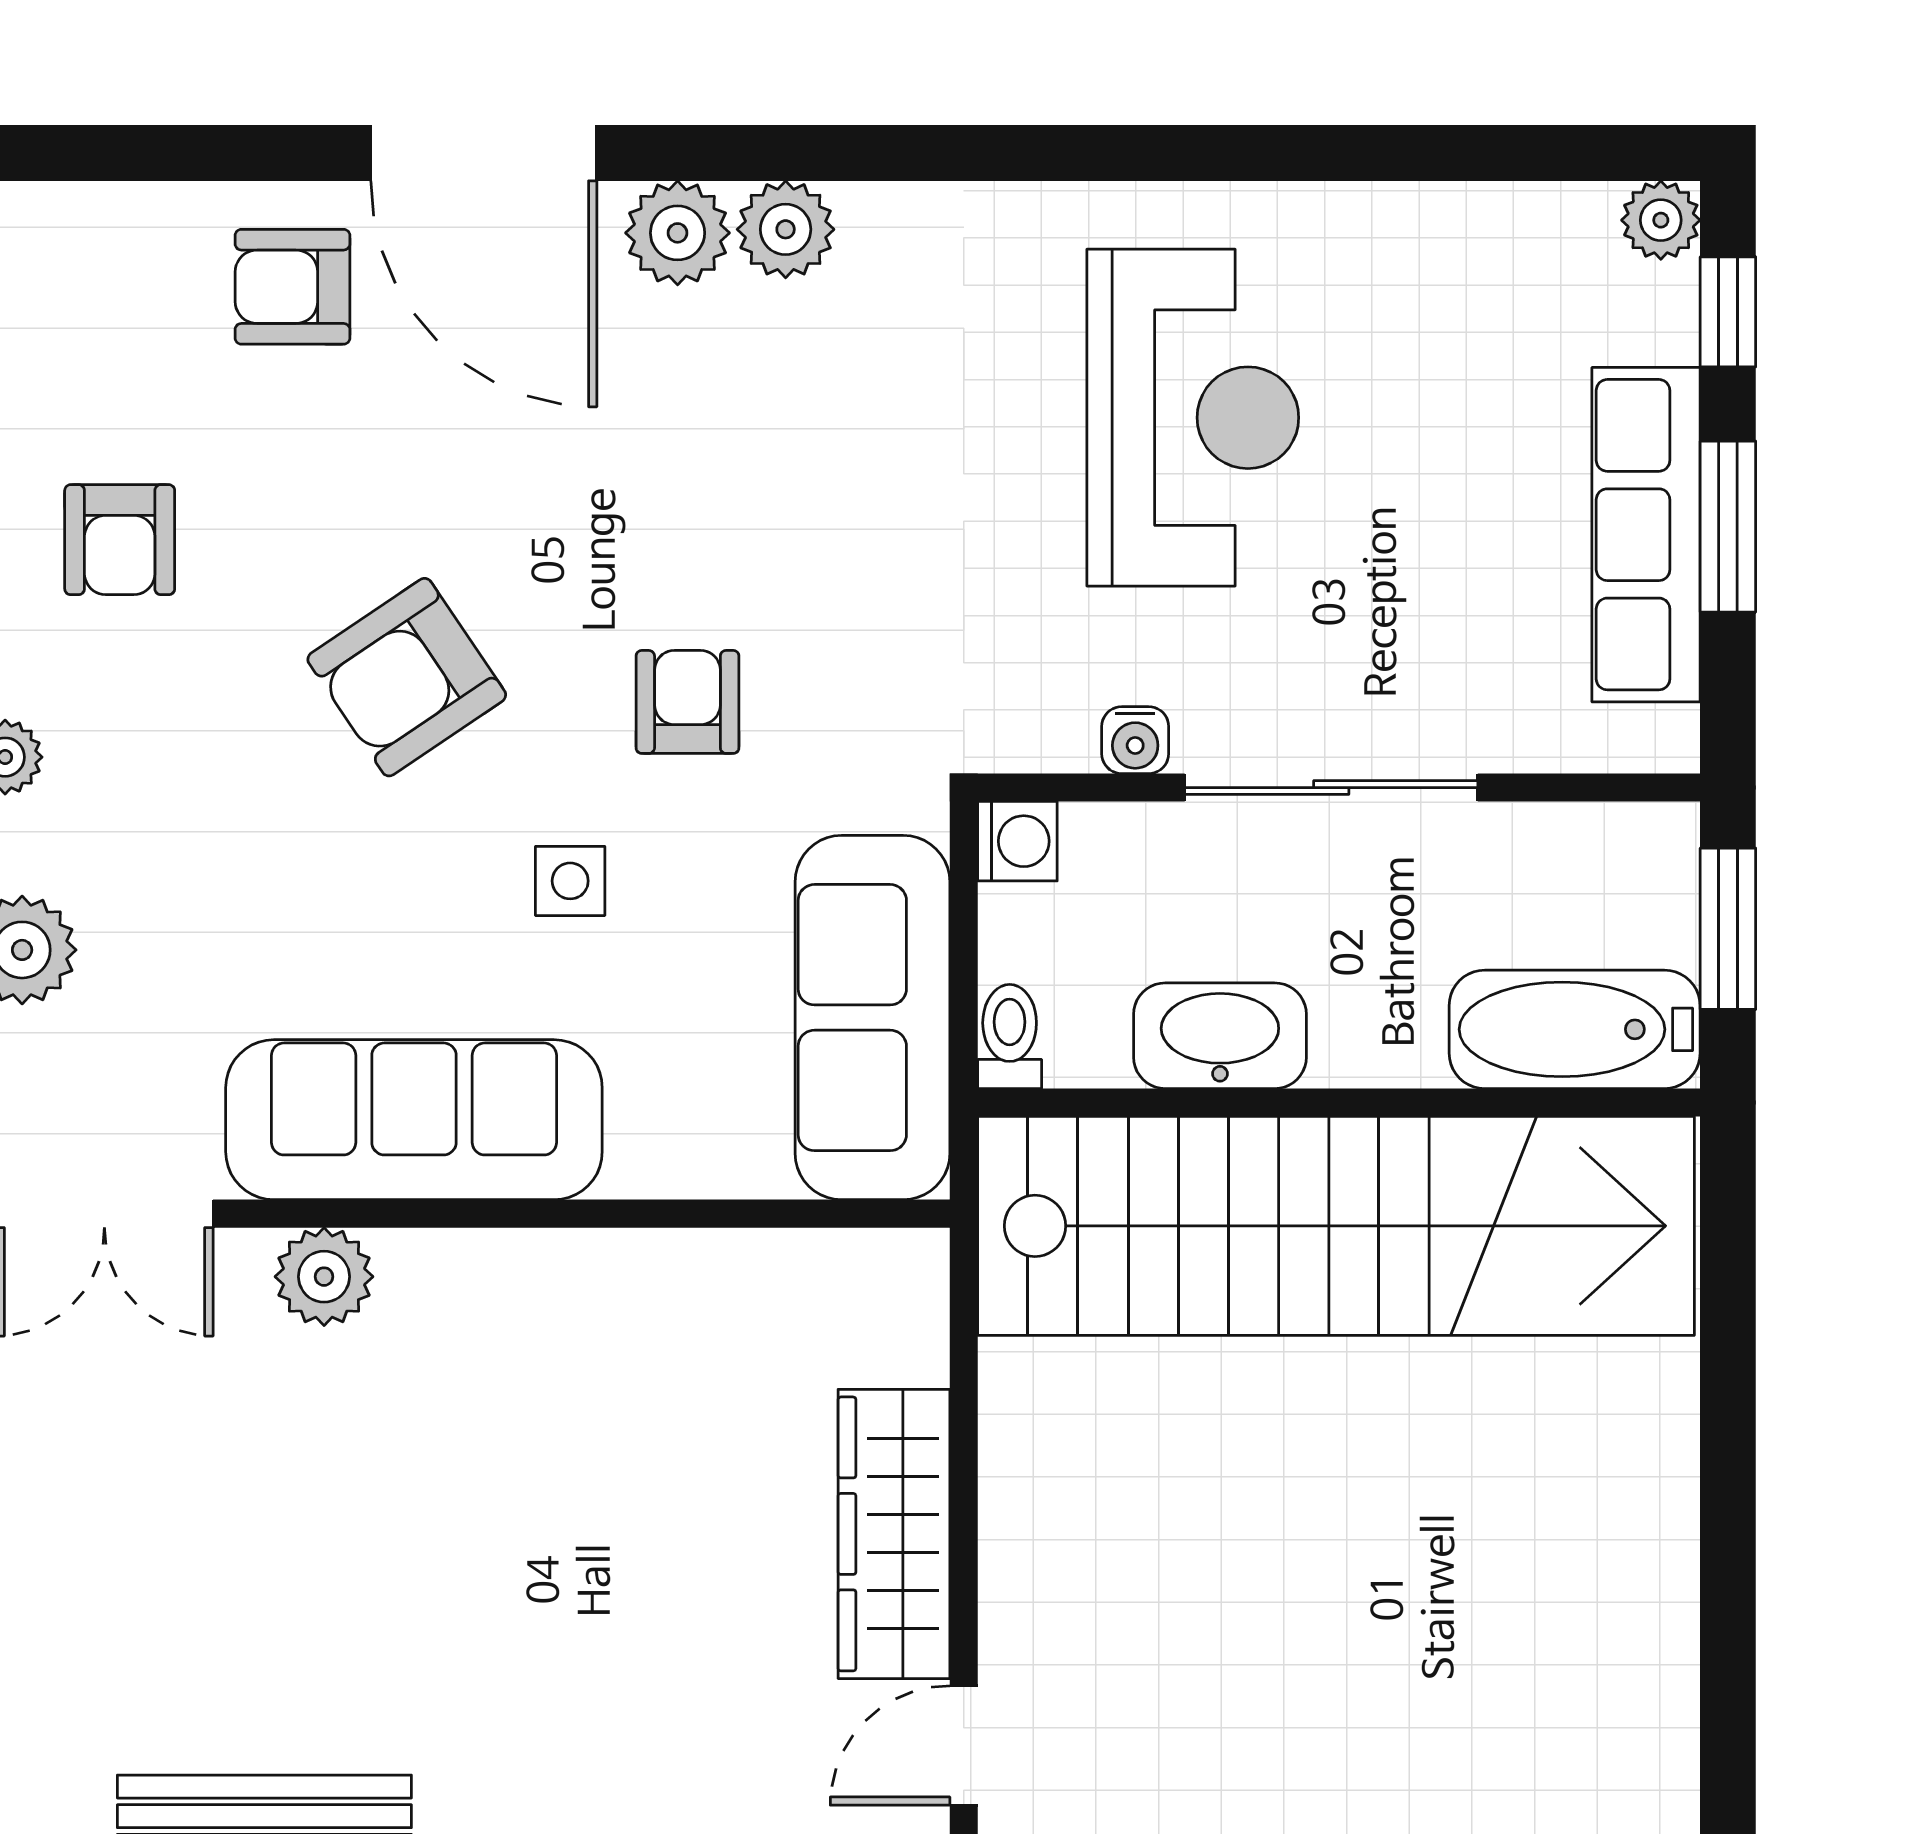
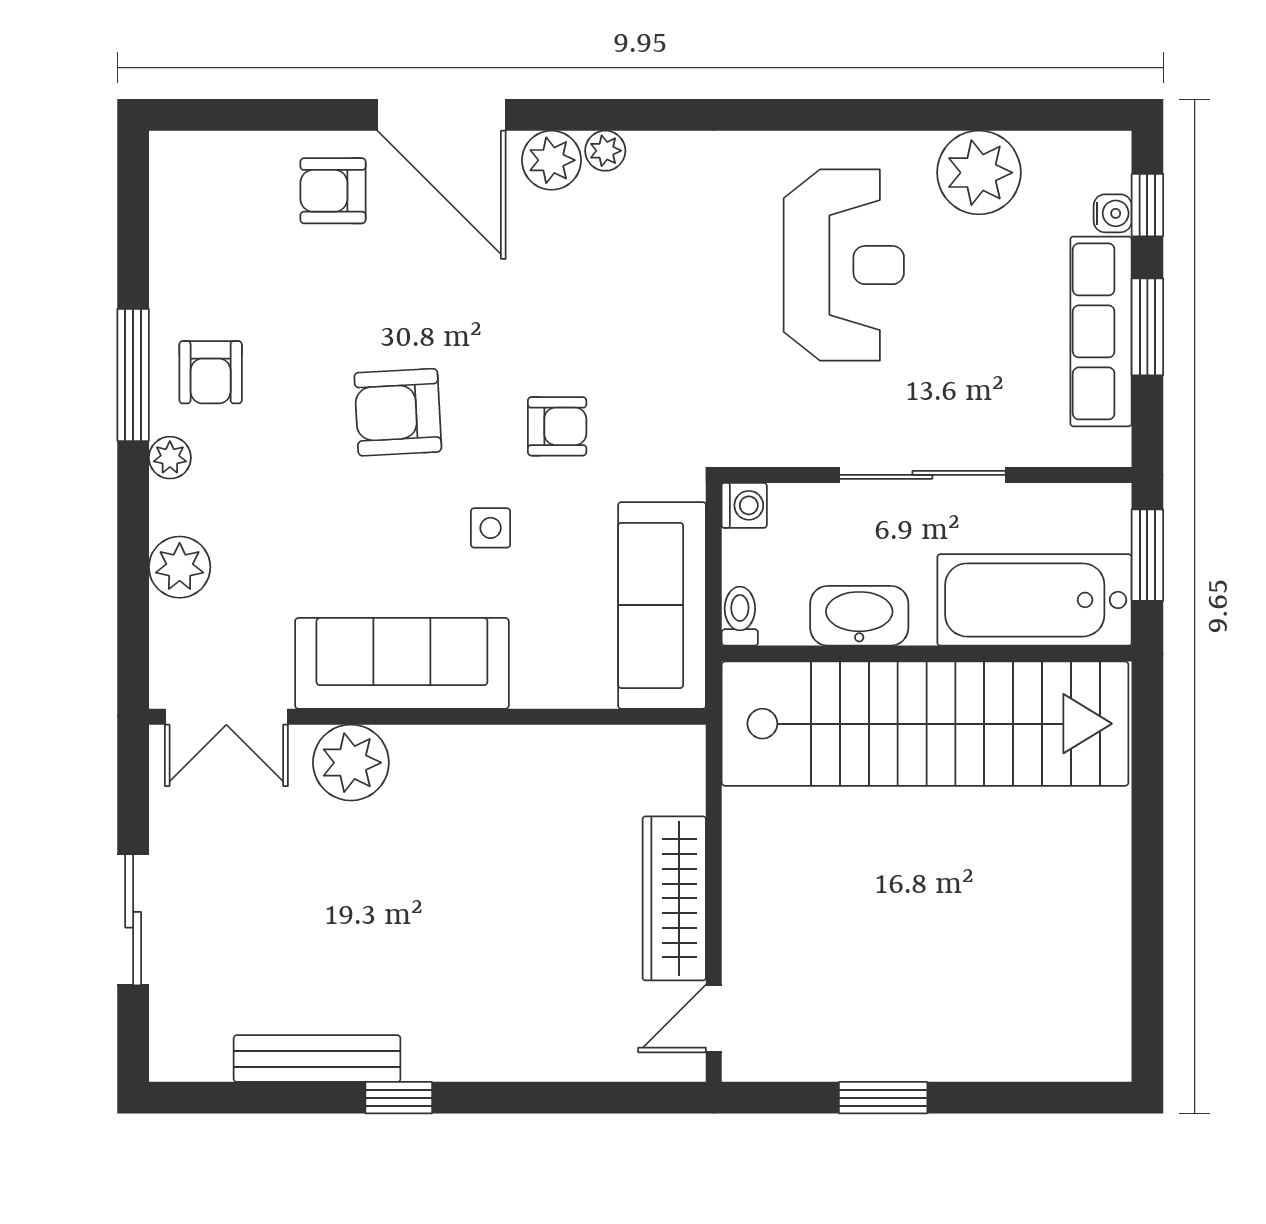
plant: (1661, 220) -> (979, 173), moved, width x1.88, depth x1.88
plant: (786, 229) -> (605, 151), width x0.73, depth x0.73
armchair: (120, 540) -> (211, 372), moved
armchair: (407, 677) -> (398, 412), turned 31
armchair: (687, 702) -> (557, 426), turned 90
water cooler: (1135, 740) -> (1113, 213), moved, turned -90
bathtub: (1575, 1029) -> (1034, 600), width x1.36, depth x1.36
plant: (324, 1277) -> (351, 763), width x1.36, depth x1.36

